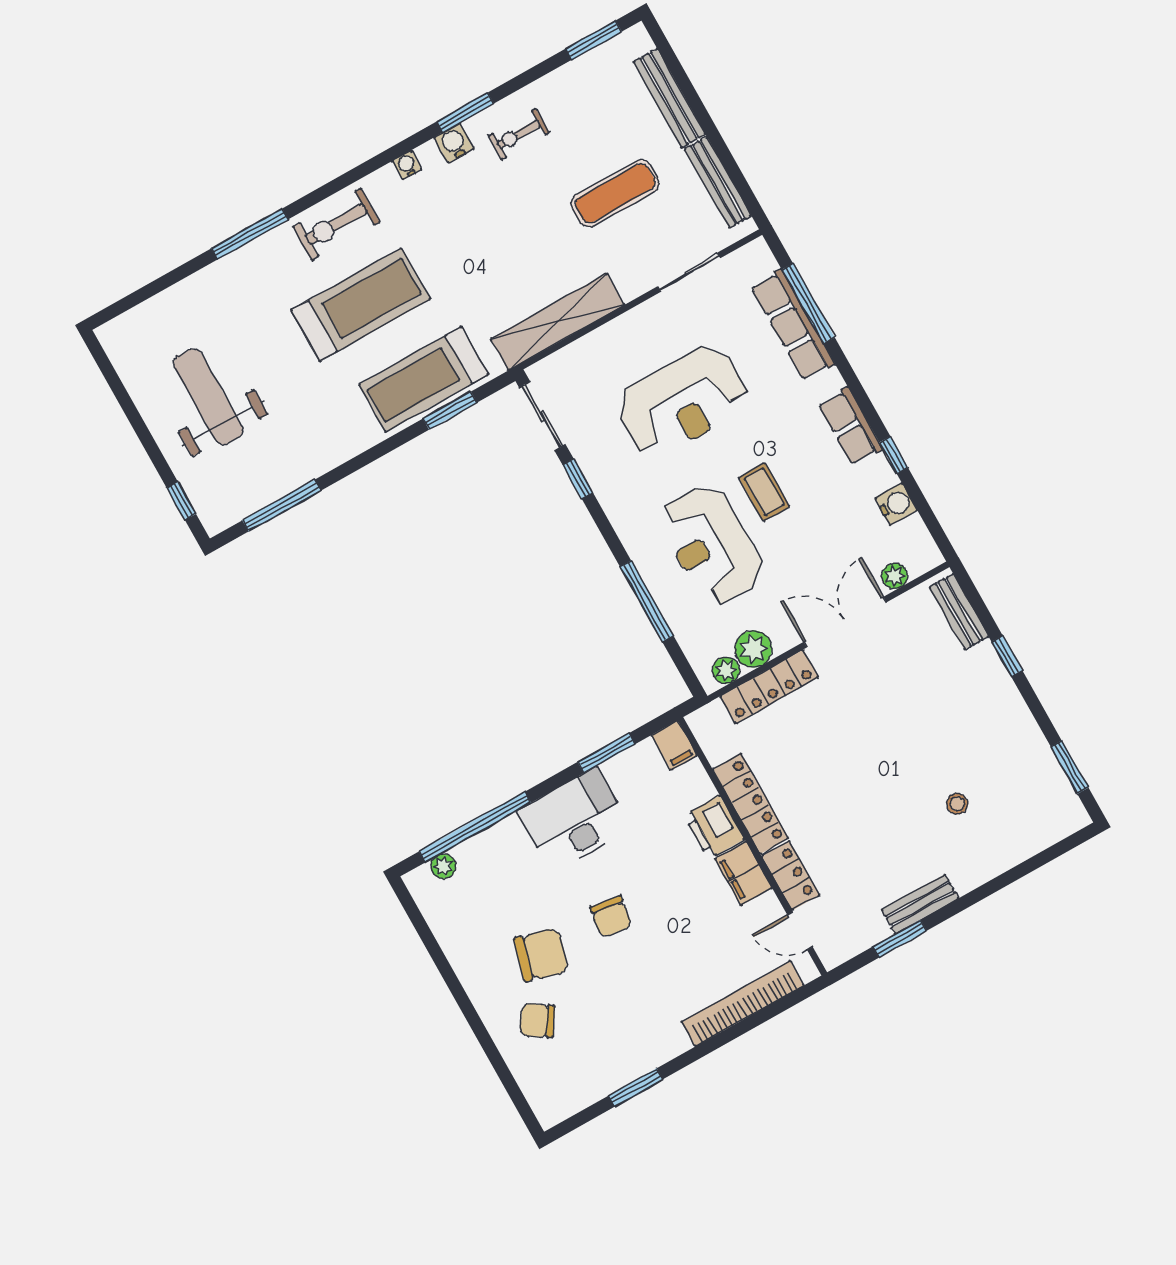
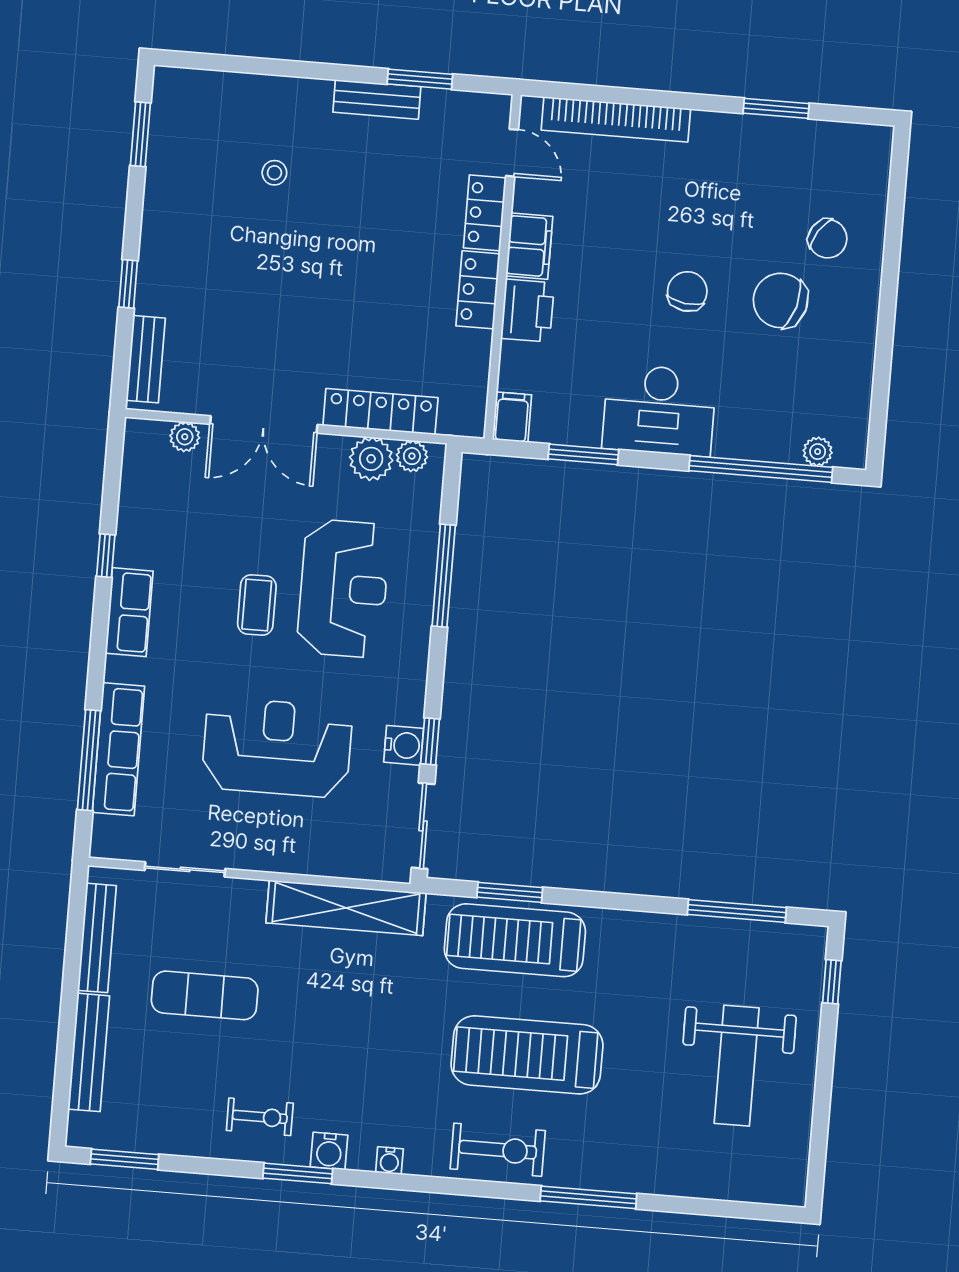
treadmill: (424, 379) -> (515, 940), turned 180
water cooler: (896, 504) -> (404, 745), moved, turned 180
locker: (750, 804) -> (478, 290), width x0.66

